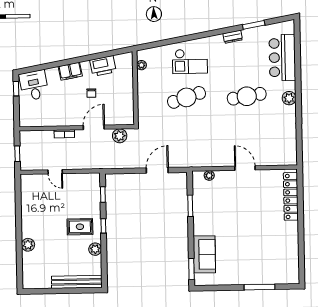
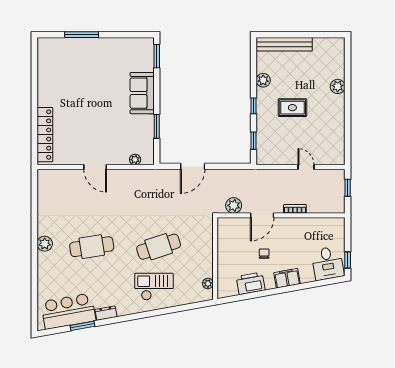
bar counter: (282, 57) -> (68, 311), moved, turned -100
rug: (80, 227) -> (292, 108), moved
sofa: (204, 254) -> (142, 93), moved

